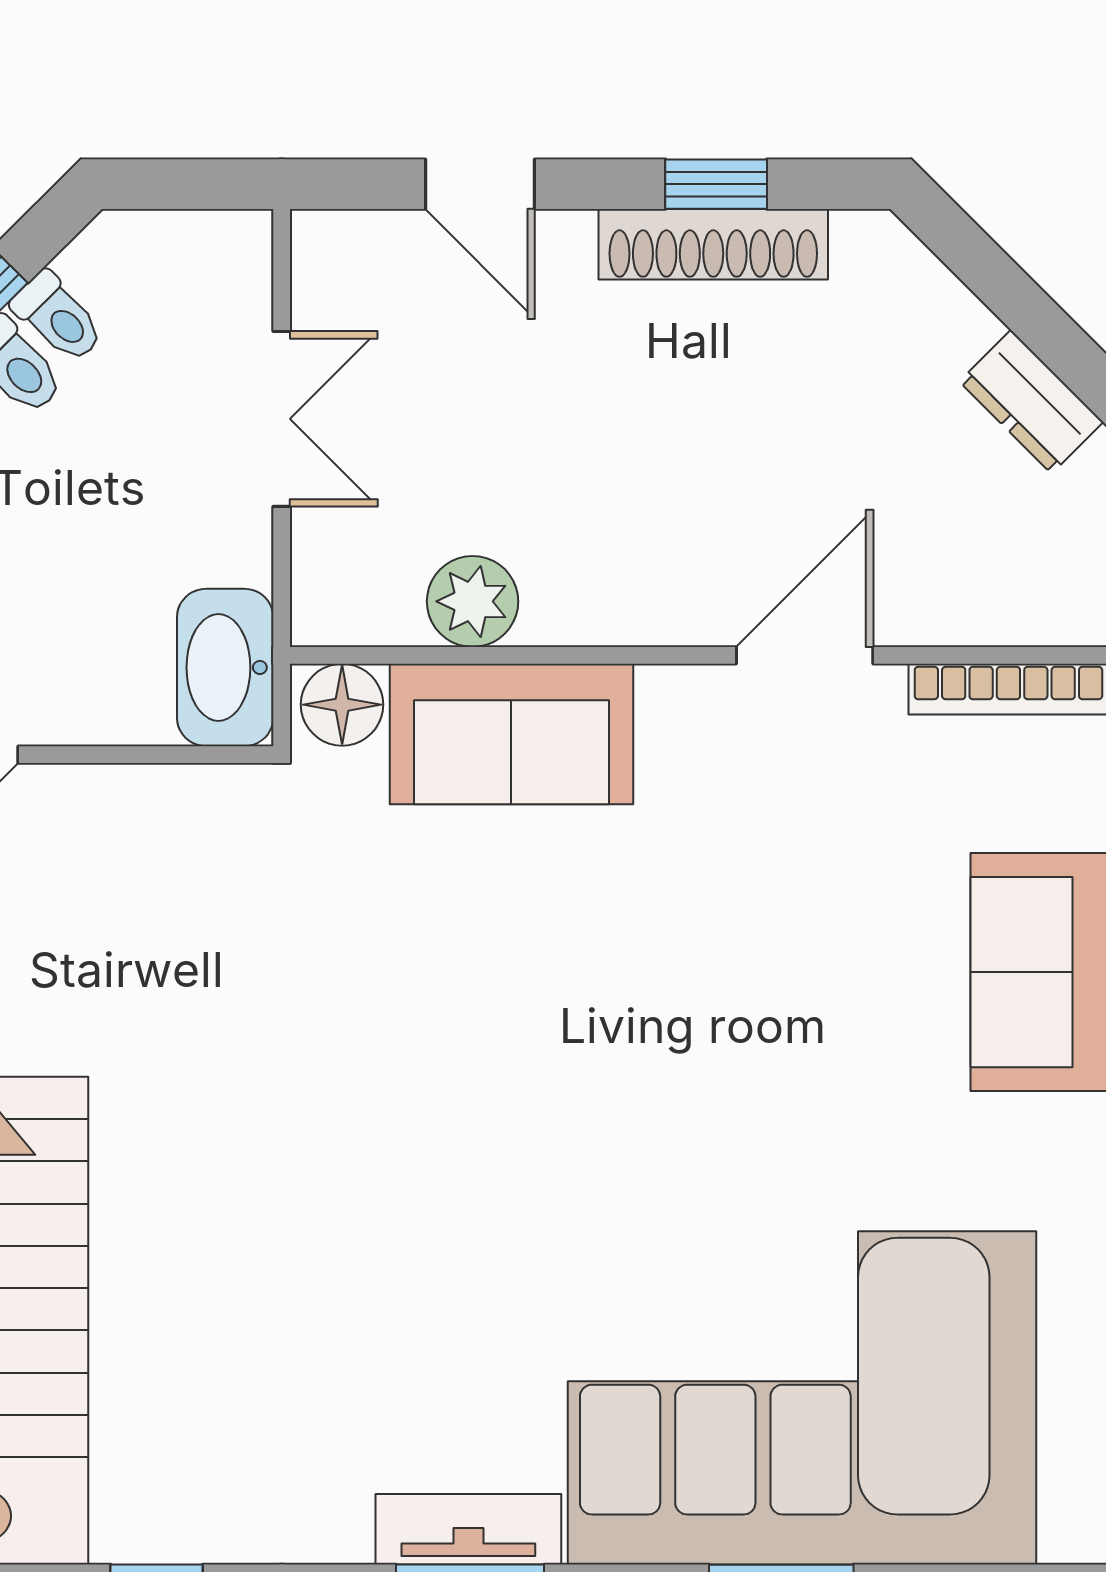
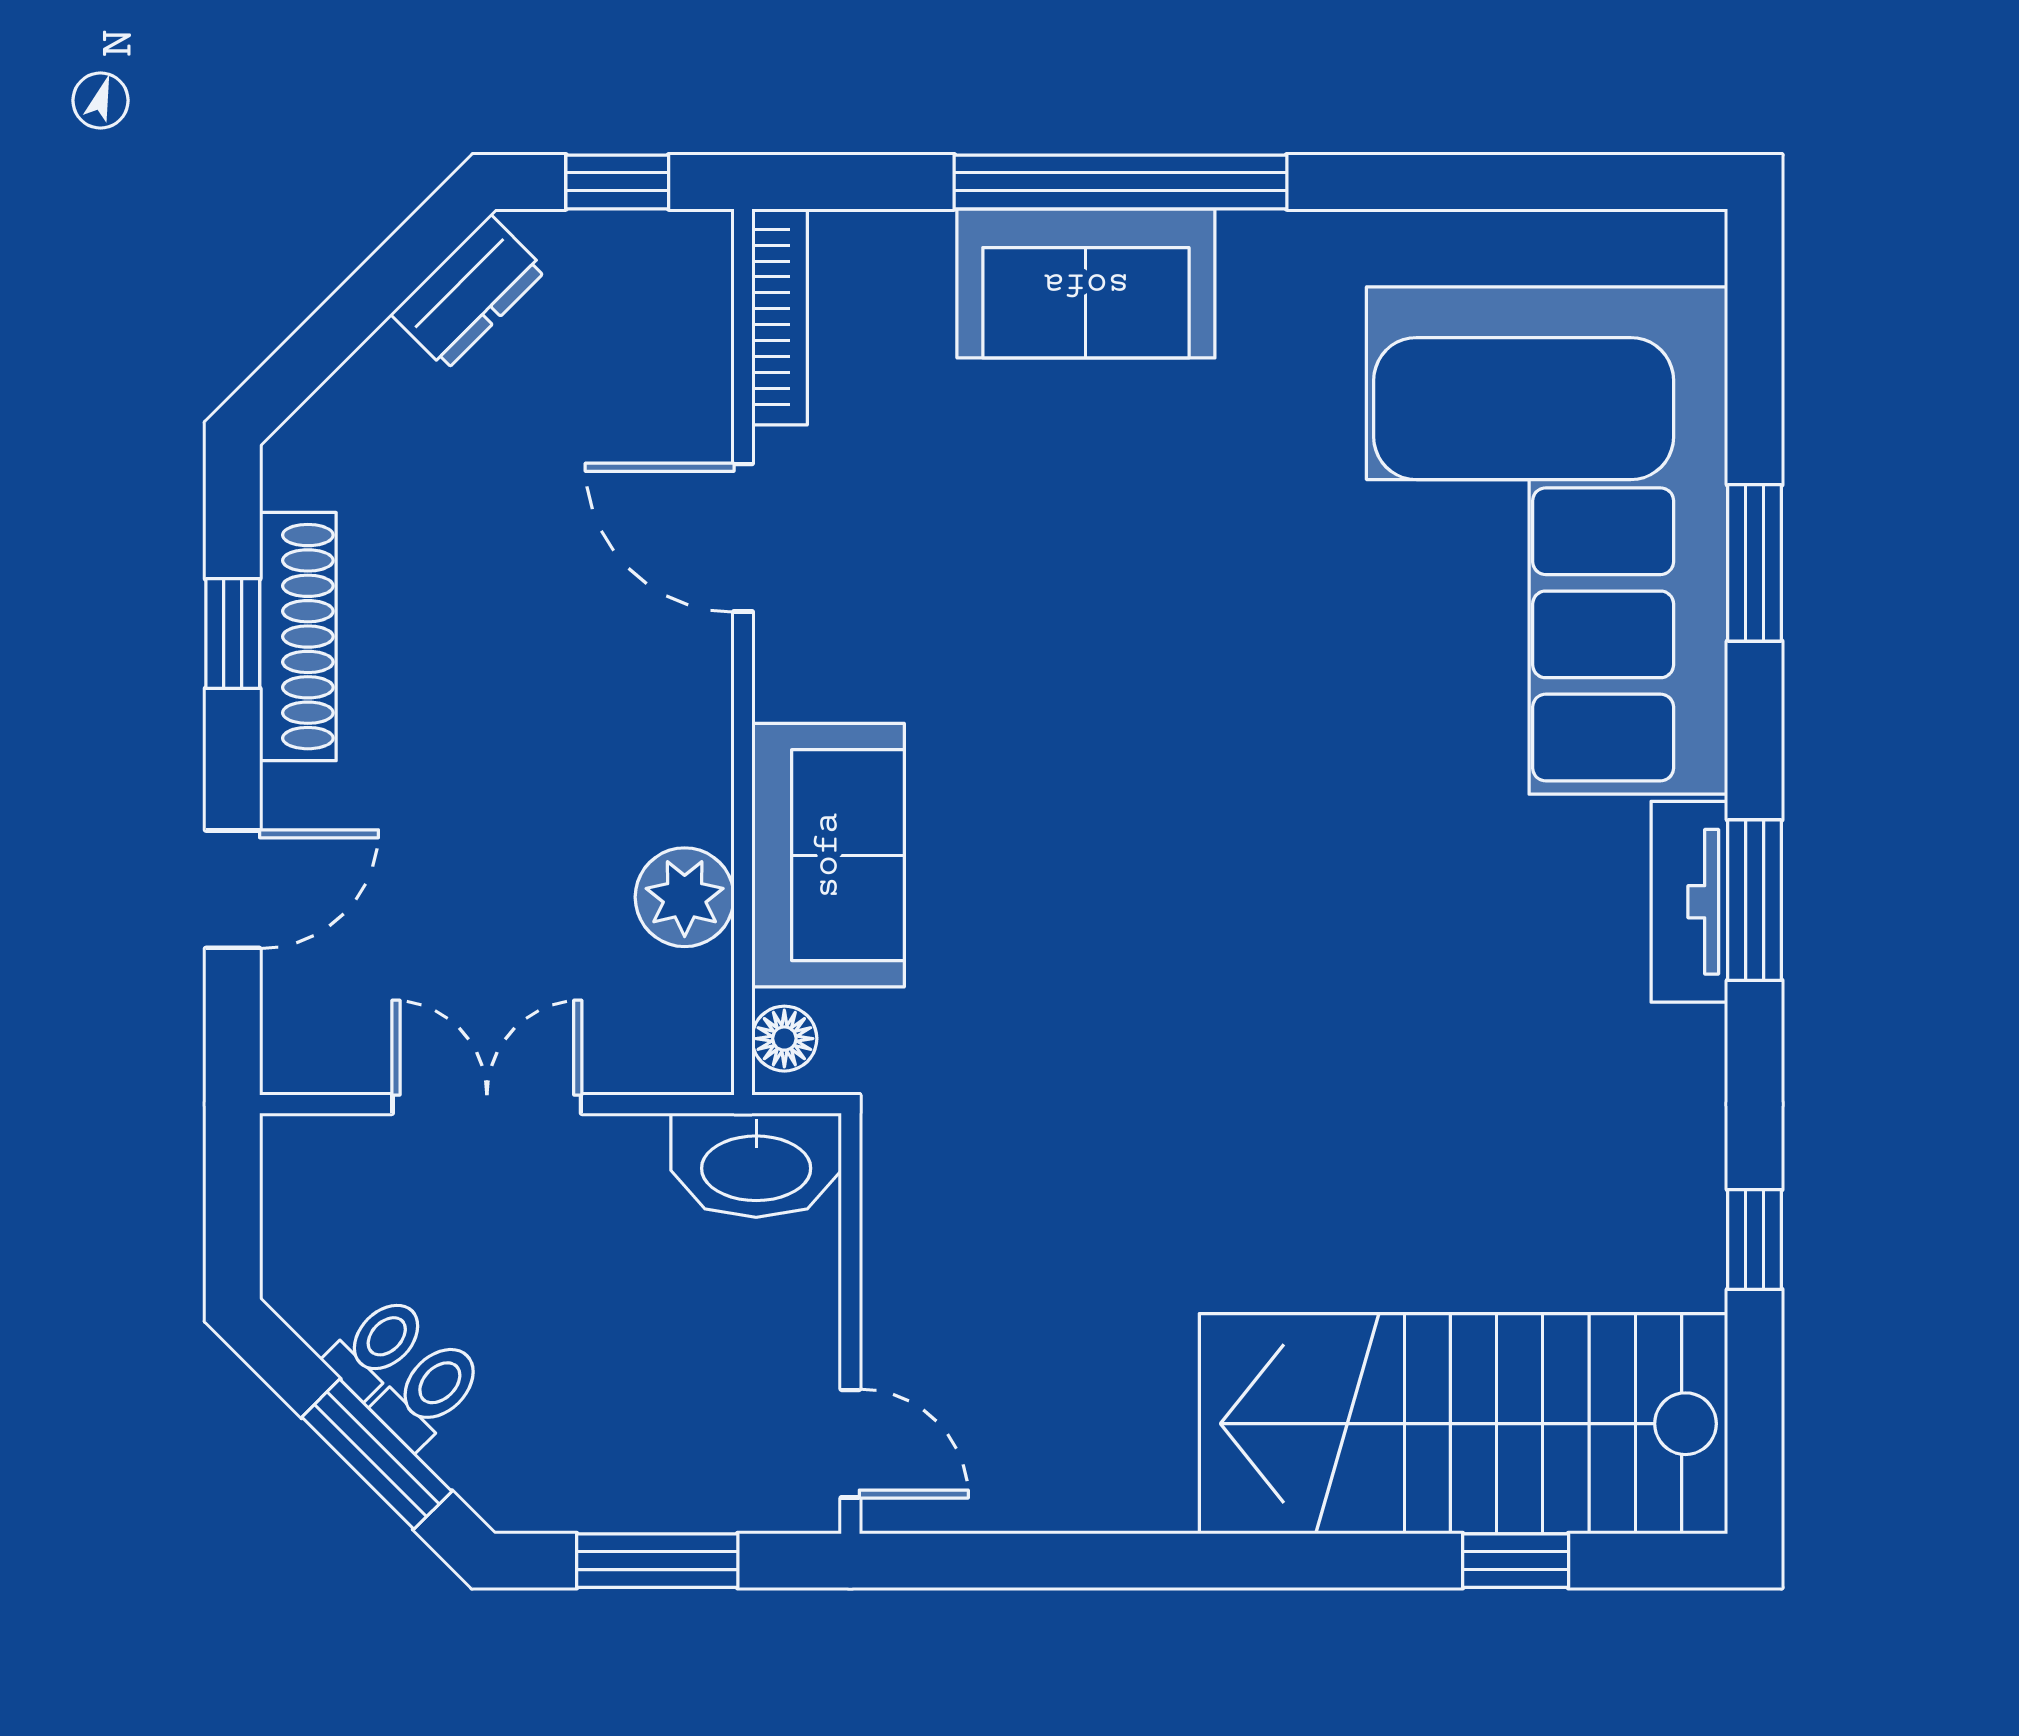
floor lamp: (342, 705) -> (784, 1039), width x0.73, depth x0.73

